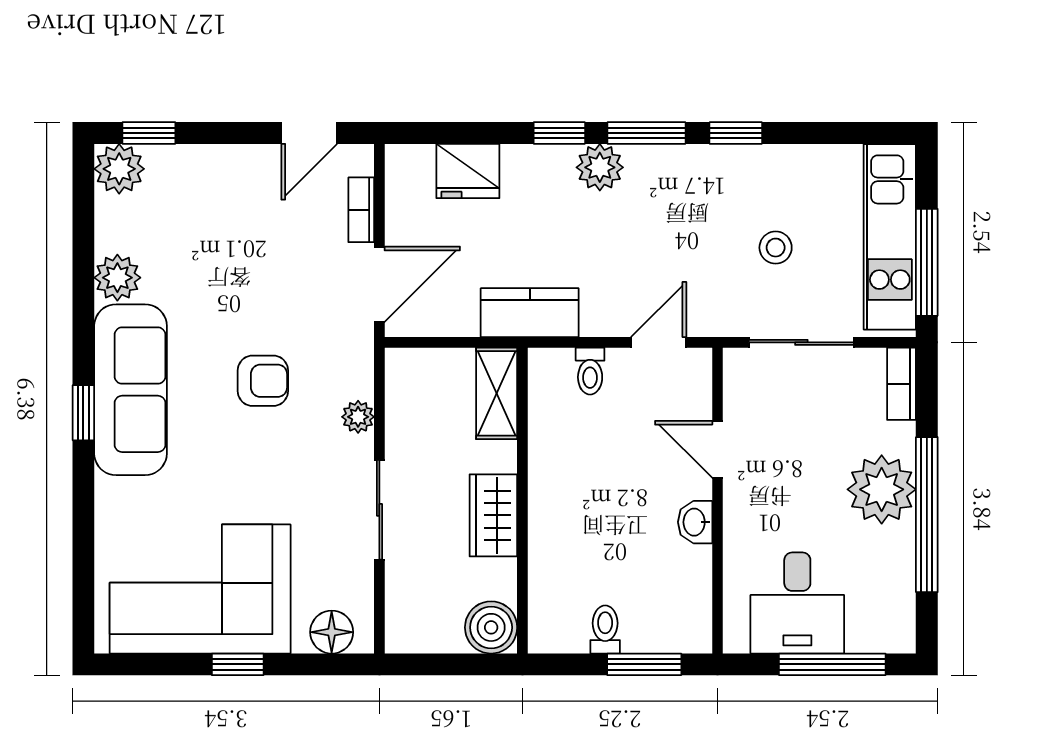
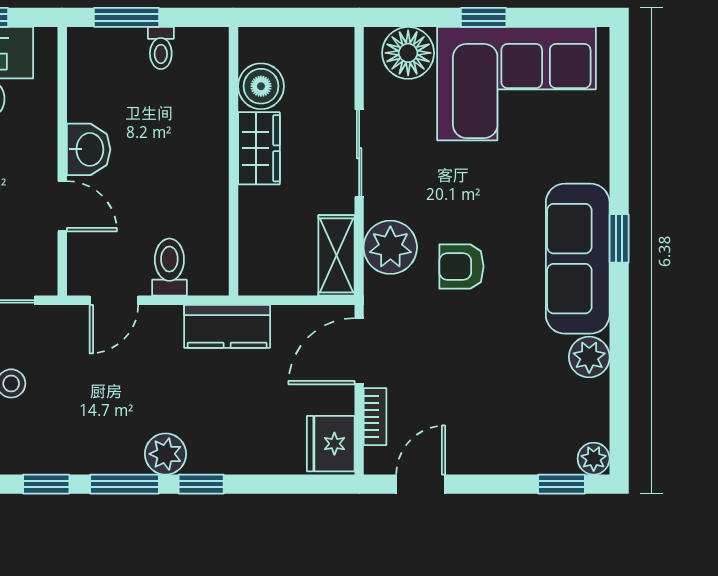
plant: (119, 169) -> (594, 459), width x0.73, depth x0.73
fridge: (468, 171) -> (331, 444), moved, turned -90
toilet: (590, 371) -> (169, 267), width x1.37, depth x1.39
shelving: (497, 393) -> (336, 255), moved
plant: (358, 417) -> (390, 247), width x1.88, depth x1.88
washbasin: (695, 522) -> (89, 149), width x1.38, depth x1.45
boiler: (491, 627) -> (261, 86), moved
floor lamp: (332, 632) -> (408, 53), width x1.38, depth x1.38

